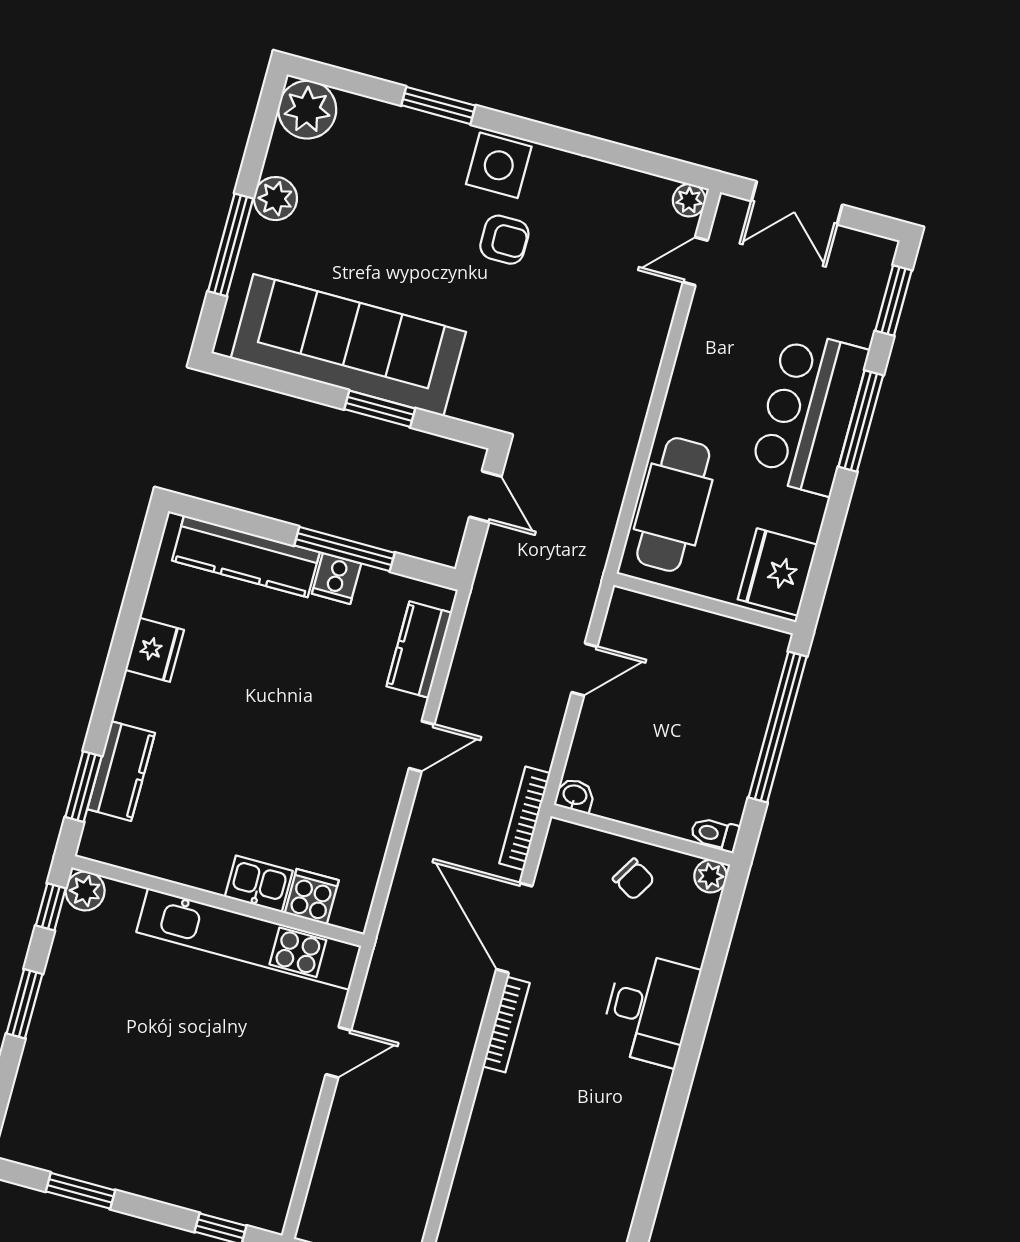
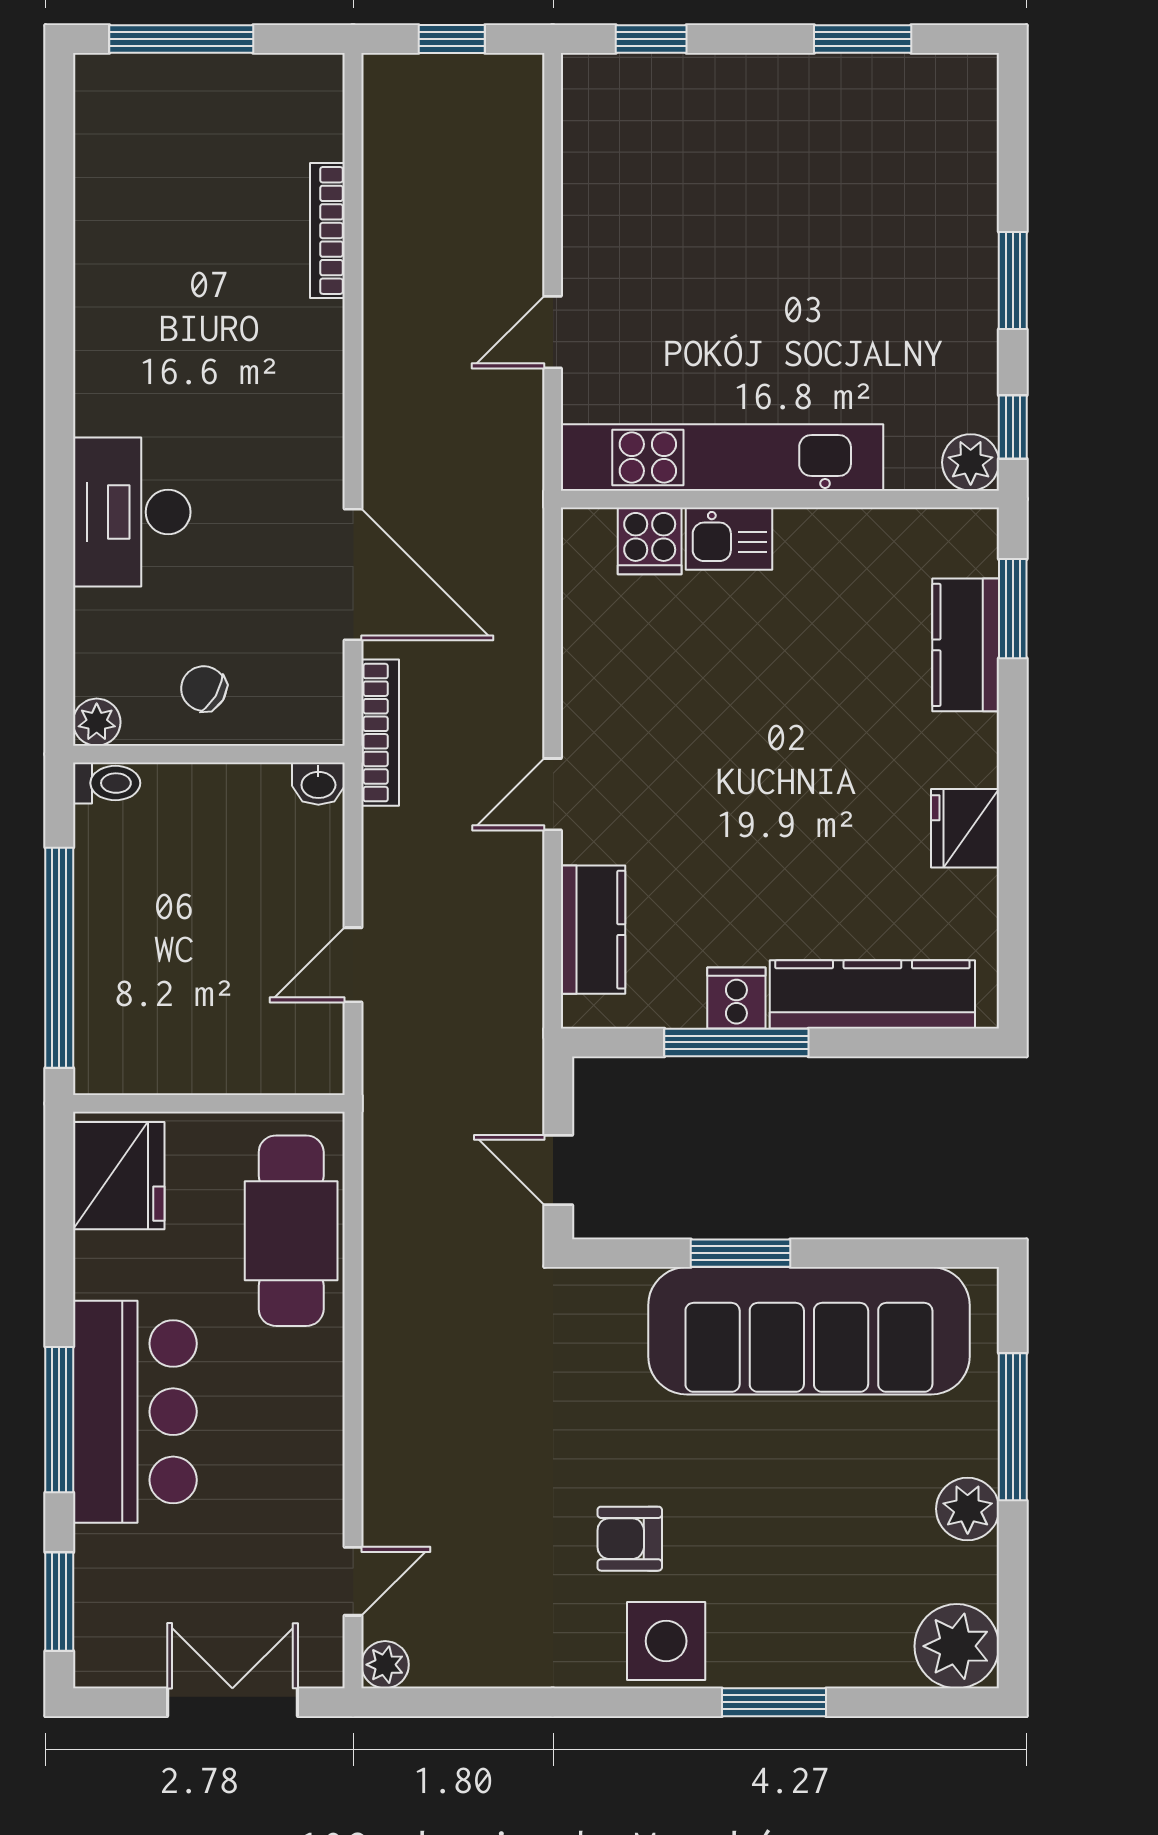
bookcase: (506, 1025) -> (327, 230), moved

